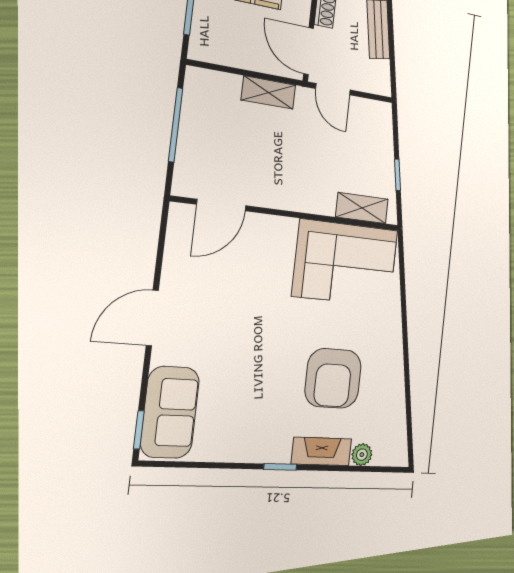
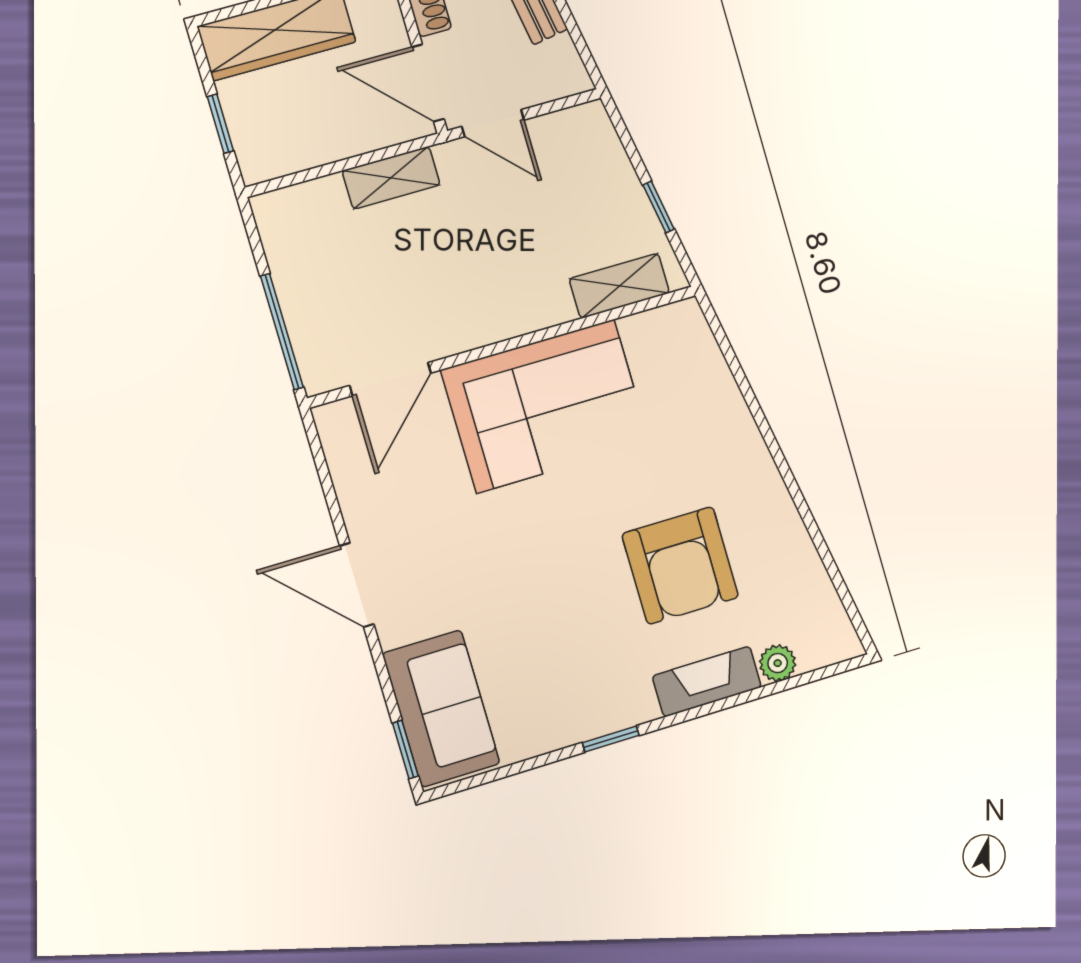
window: (176, 125) -> (282, 332), moved
corner sofa: (345, 263) -> (545, 406), moved
door: (152, 318) -> (357, 585), hinge flipped
window: (280, 467) -> (611, 739), moved

